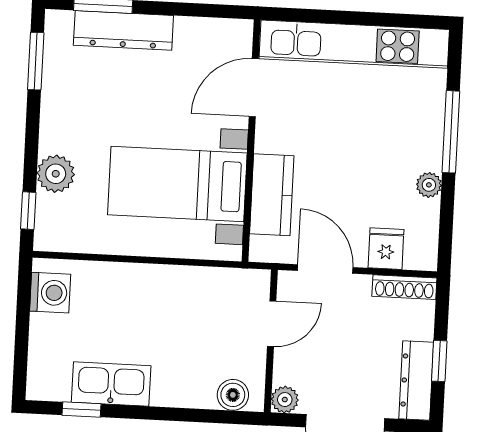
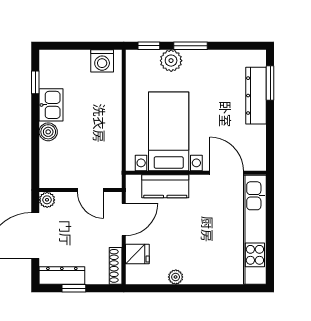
window: (36, 61) -> (190, 46), moved
window: (451, 132) -> (207, 288), removed
kitchen sink: (111, 384) -> (51, 105), width x0.73
boiler: (233, 395) -> (48, 132), moved

